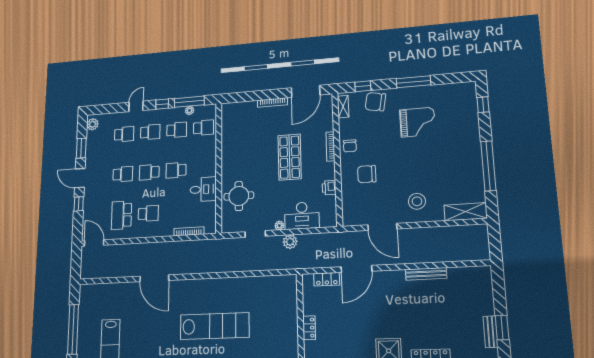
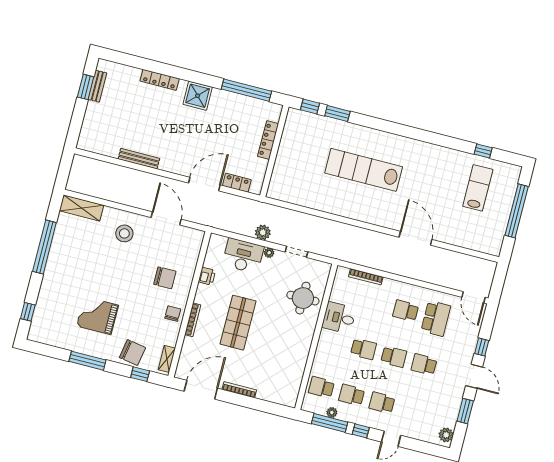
school desk: (124, 134) -> (412, 410), removed
locker: (309, 328) -> (268, 140), width x1.53

